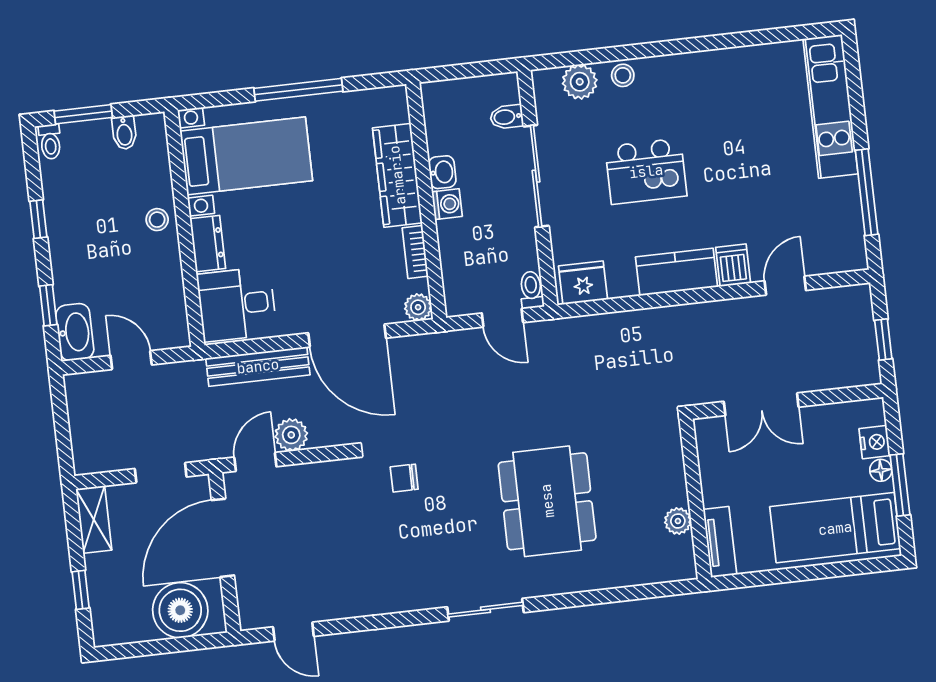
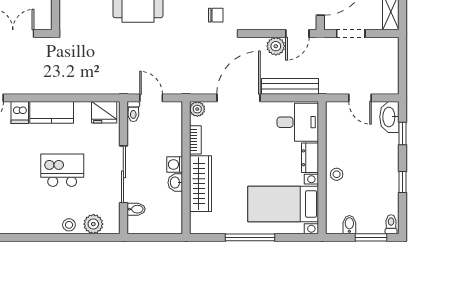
door: (347, 336) -> (238, 98), hinge flipped

